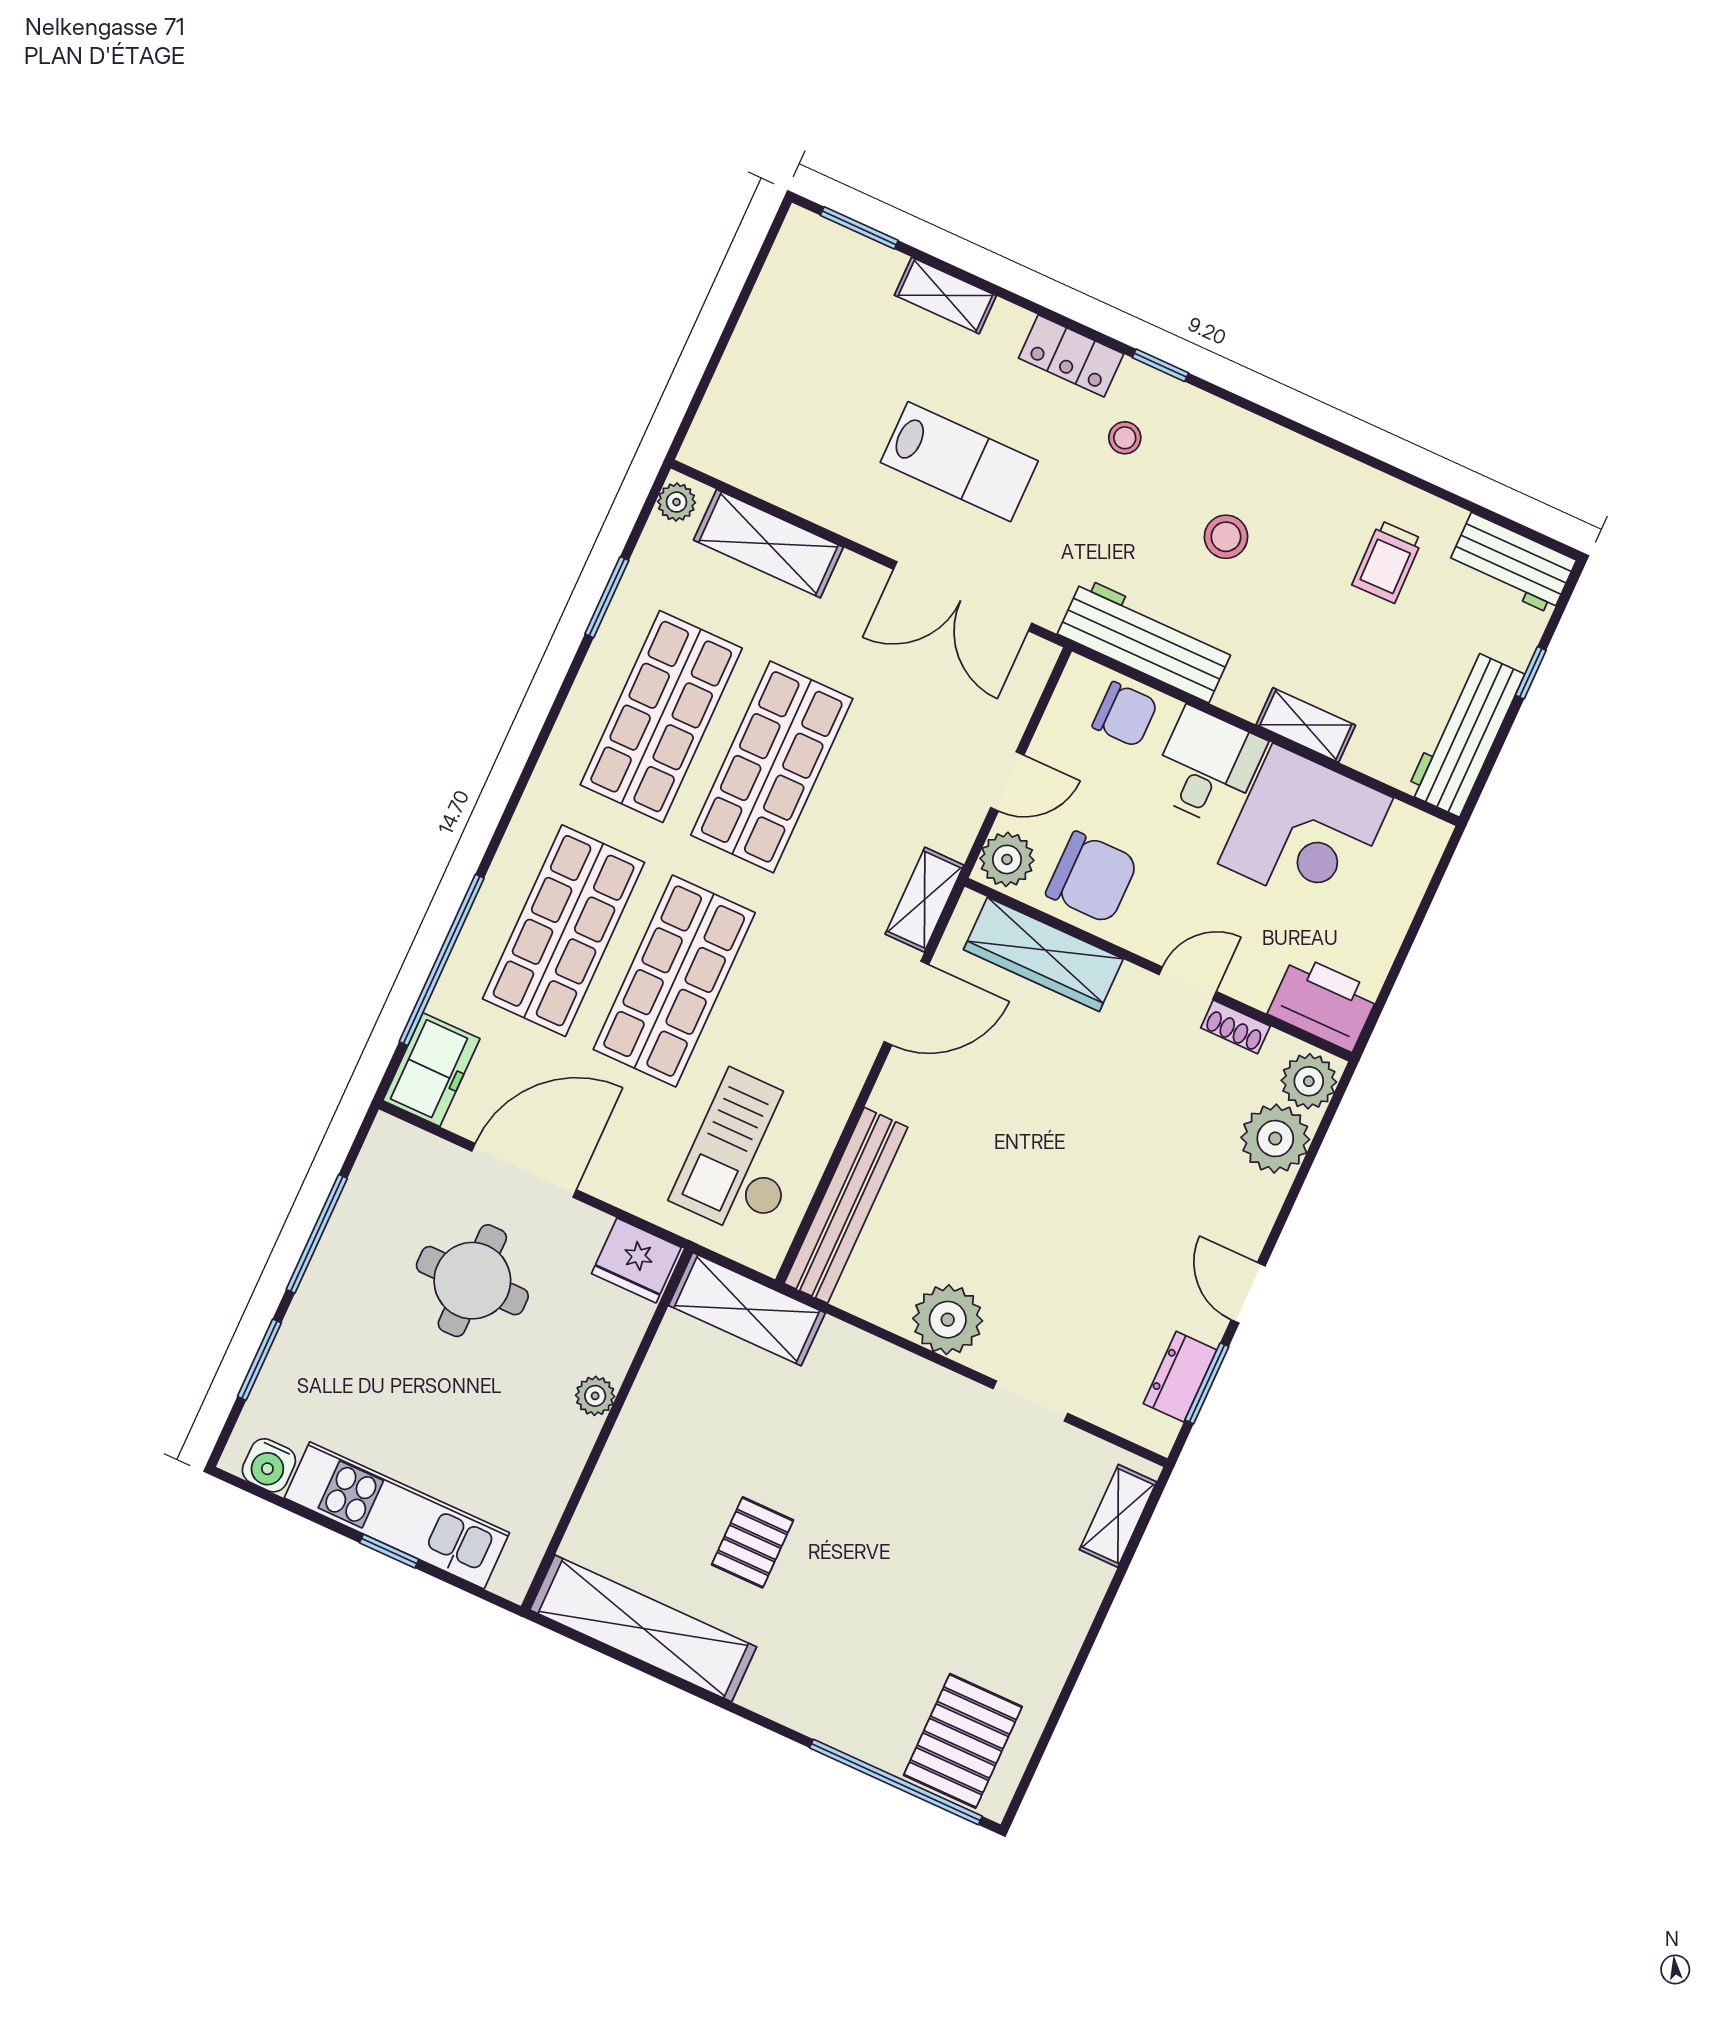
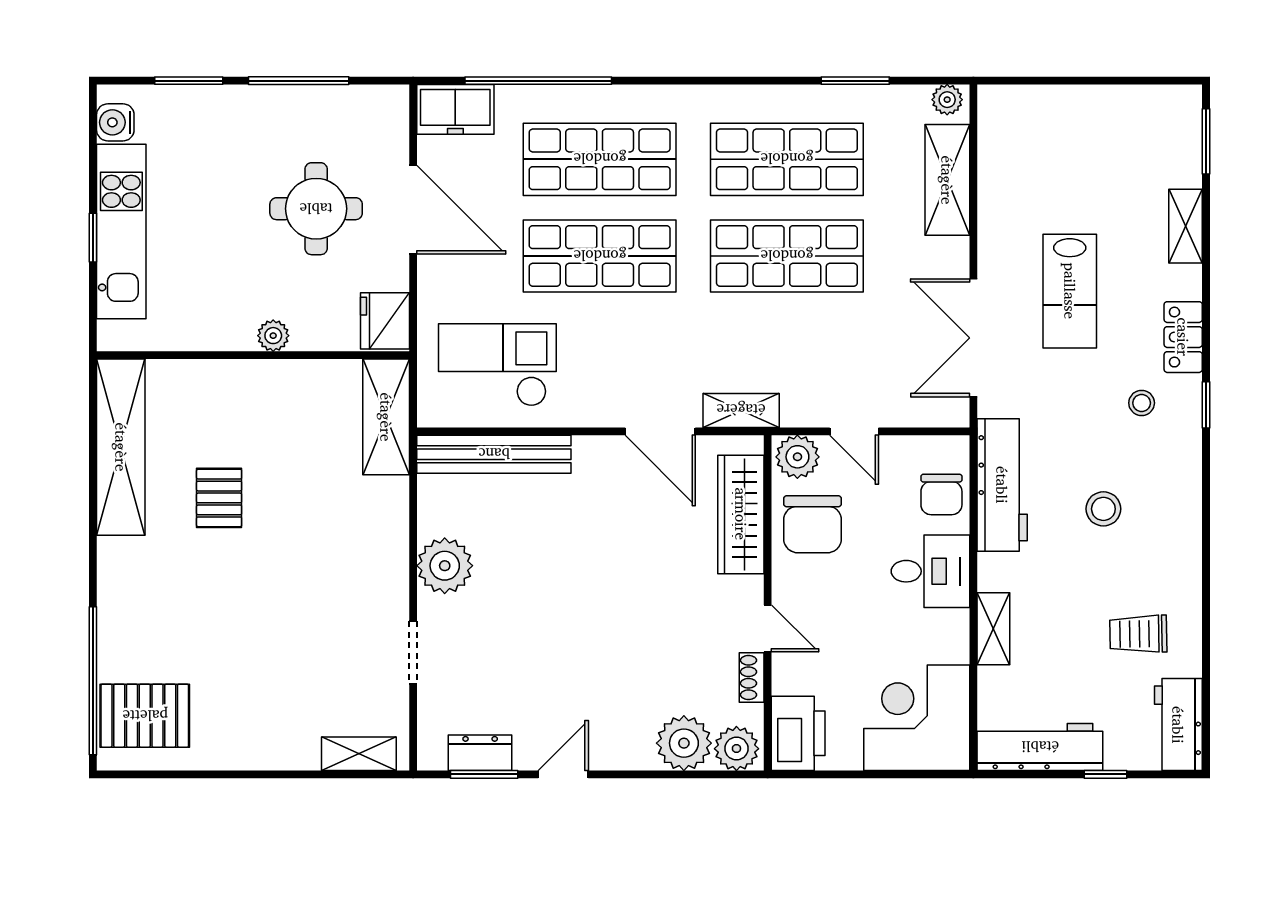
corner desk: (1306, 831) -> (917, 718), moved, turned 90
pallet: (753, 1542) -> (219, 498), turned 90

